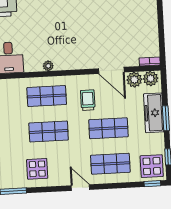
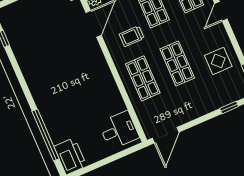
plant: (48, 66) -> (112, 88), removed

